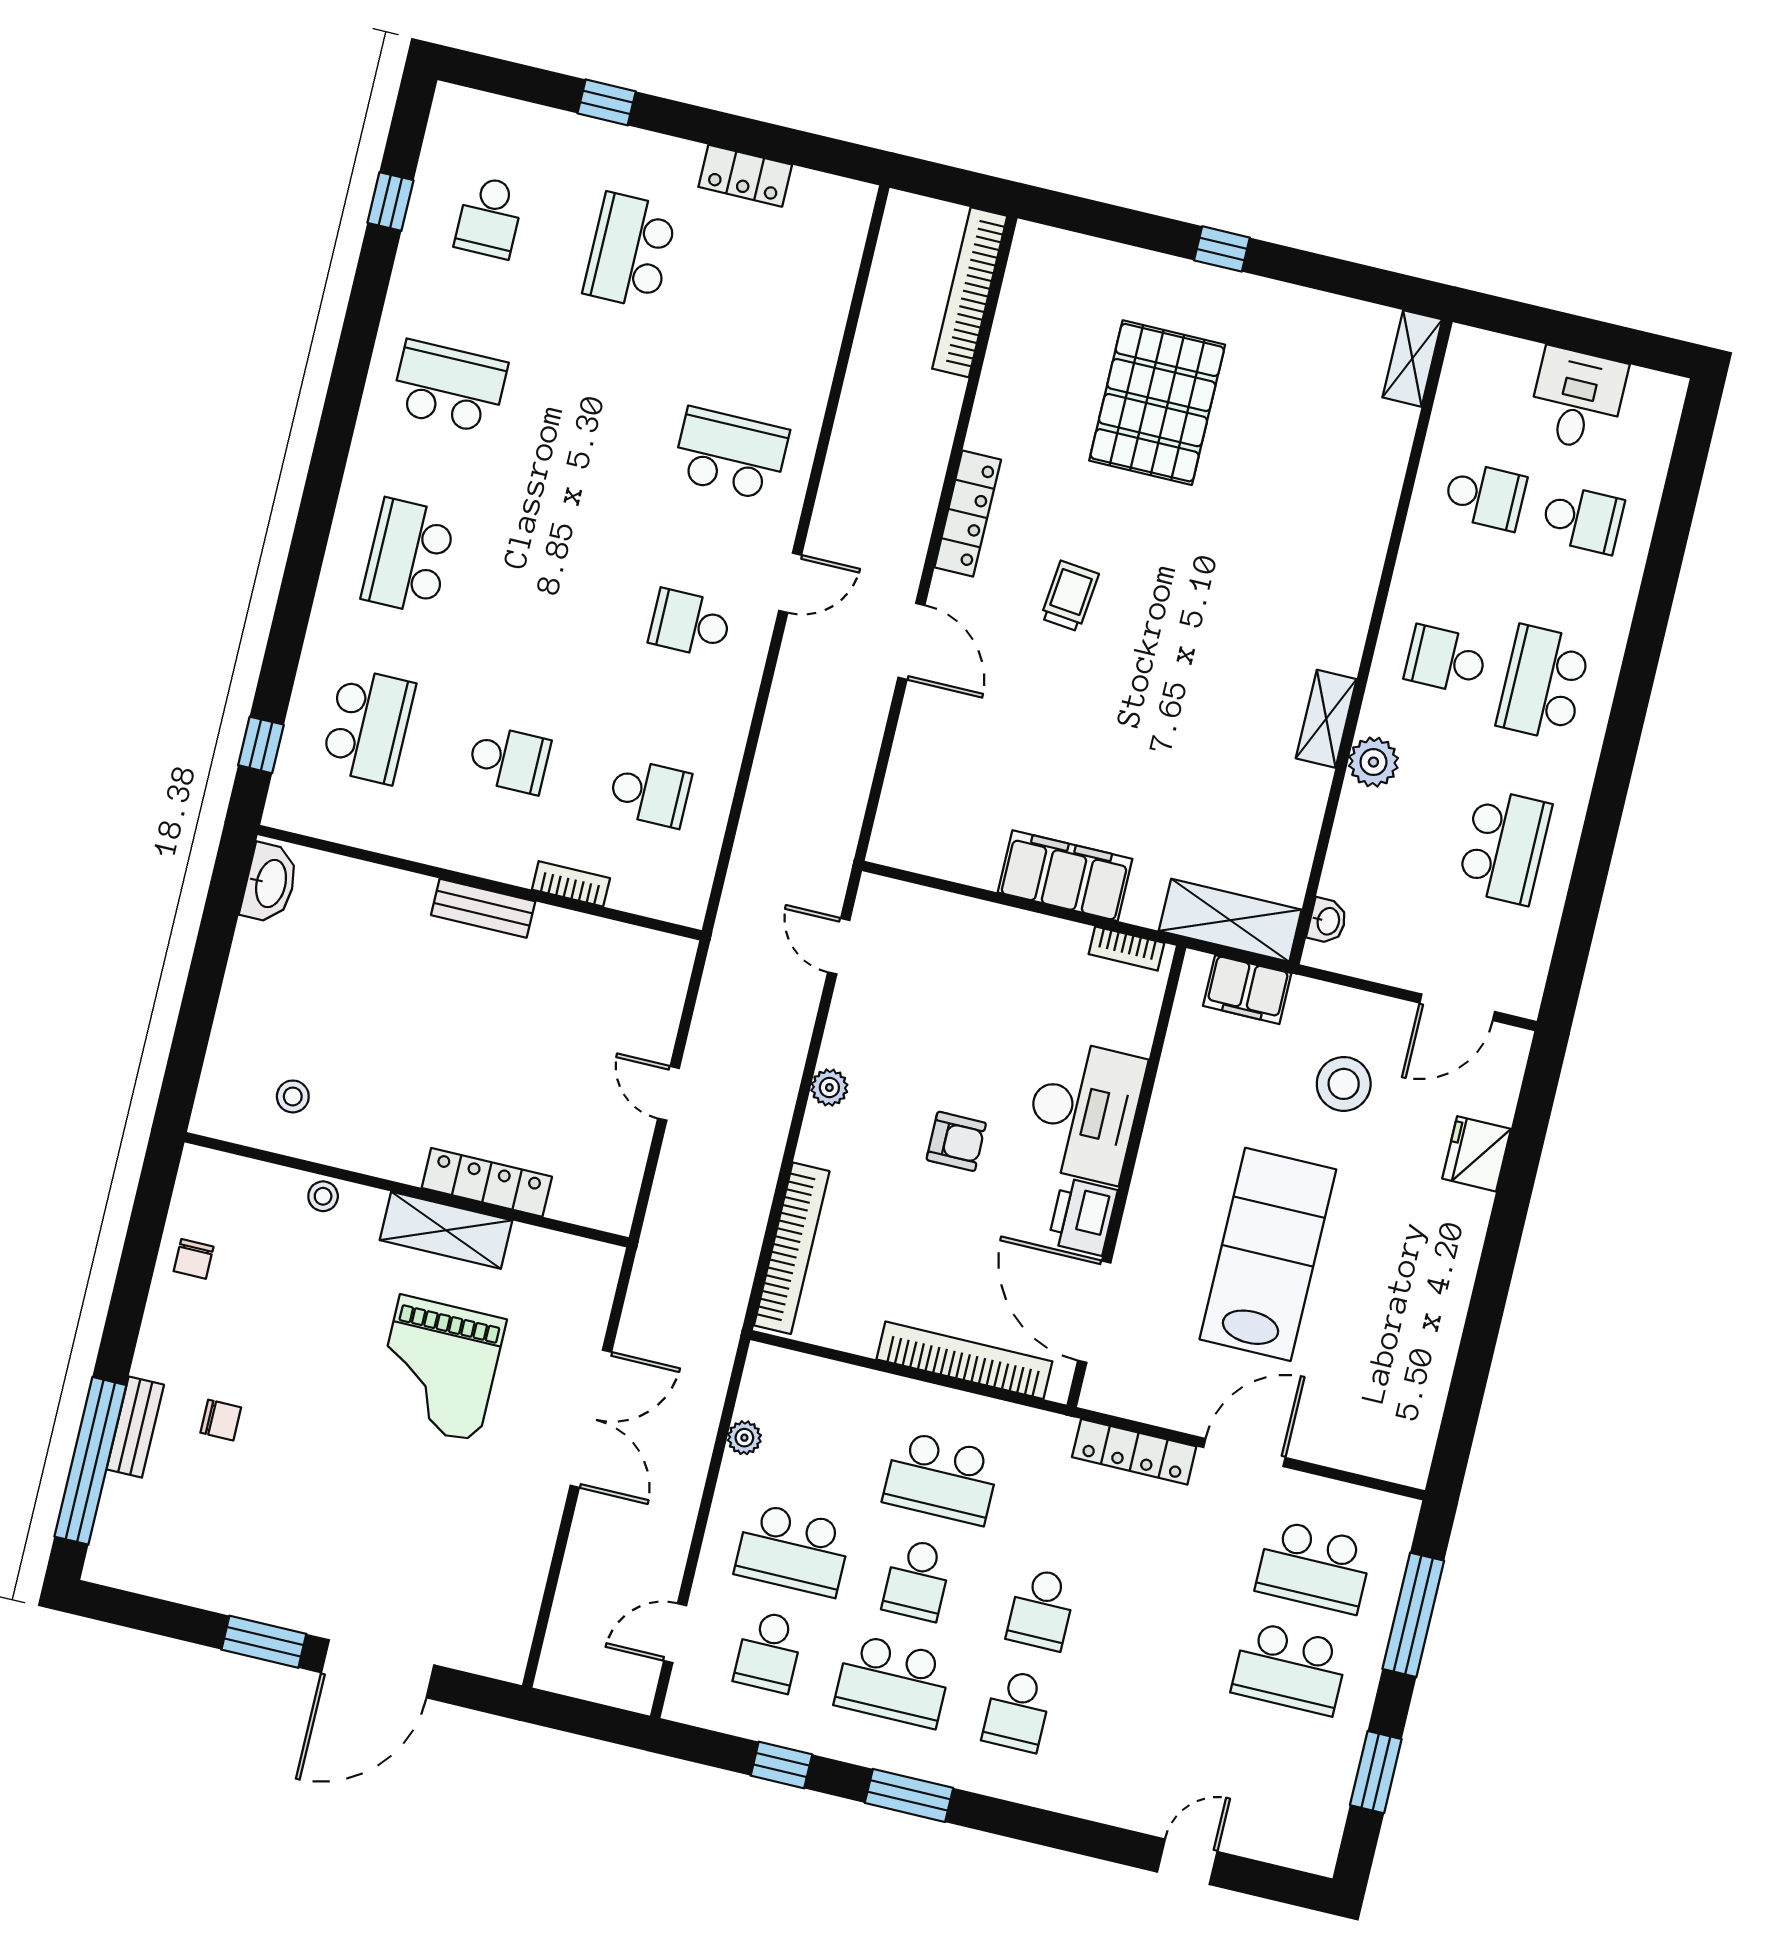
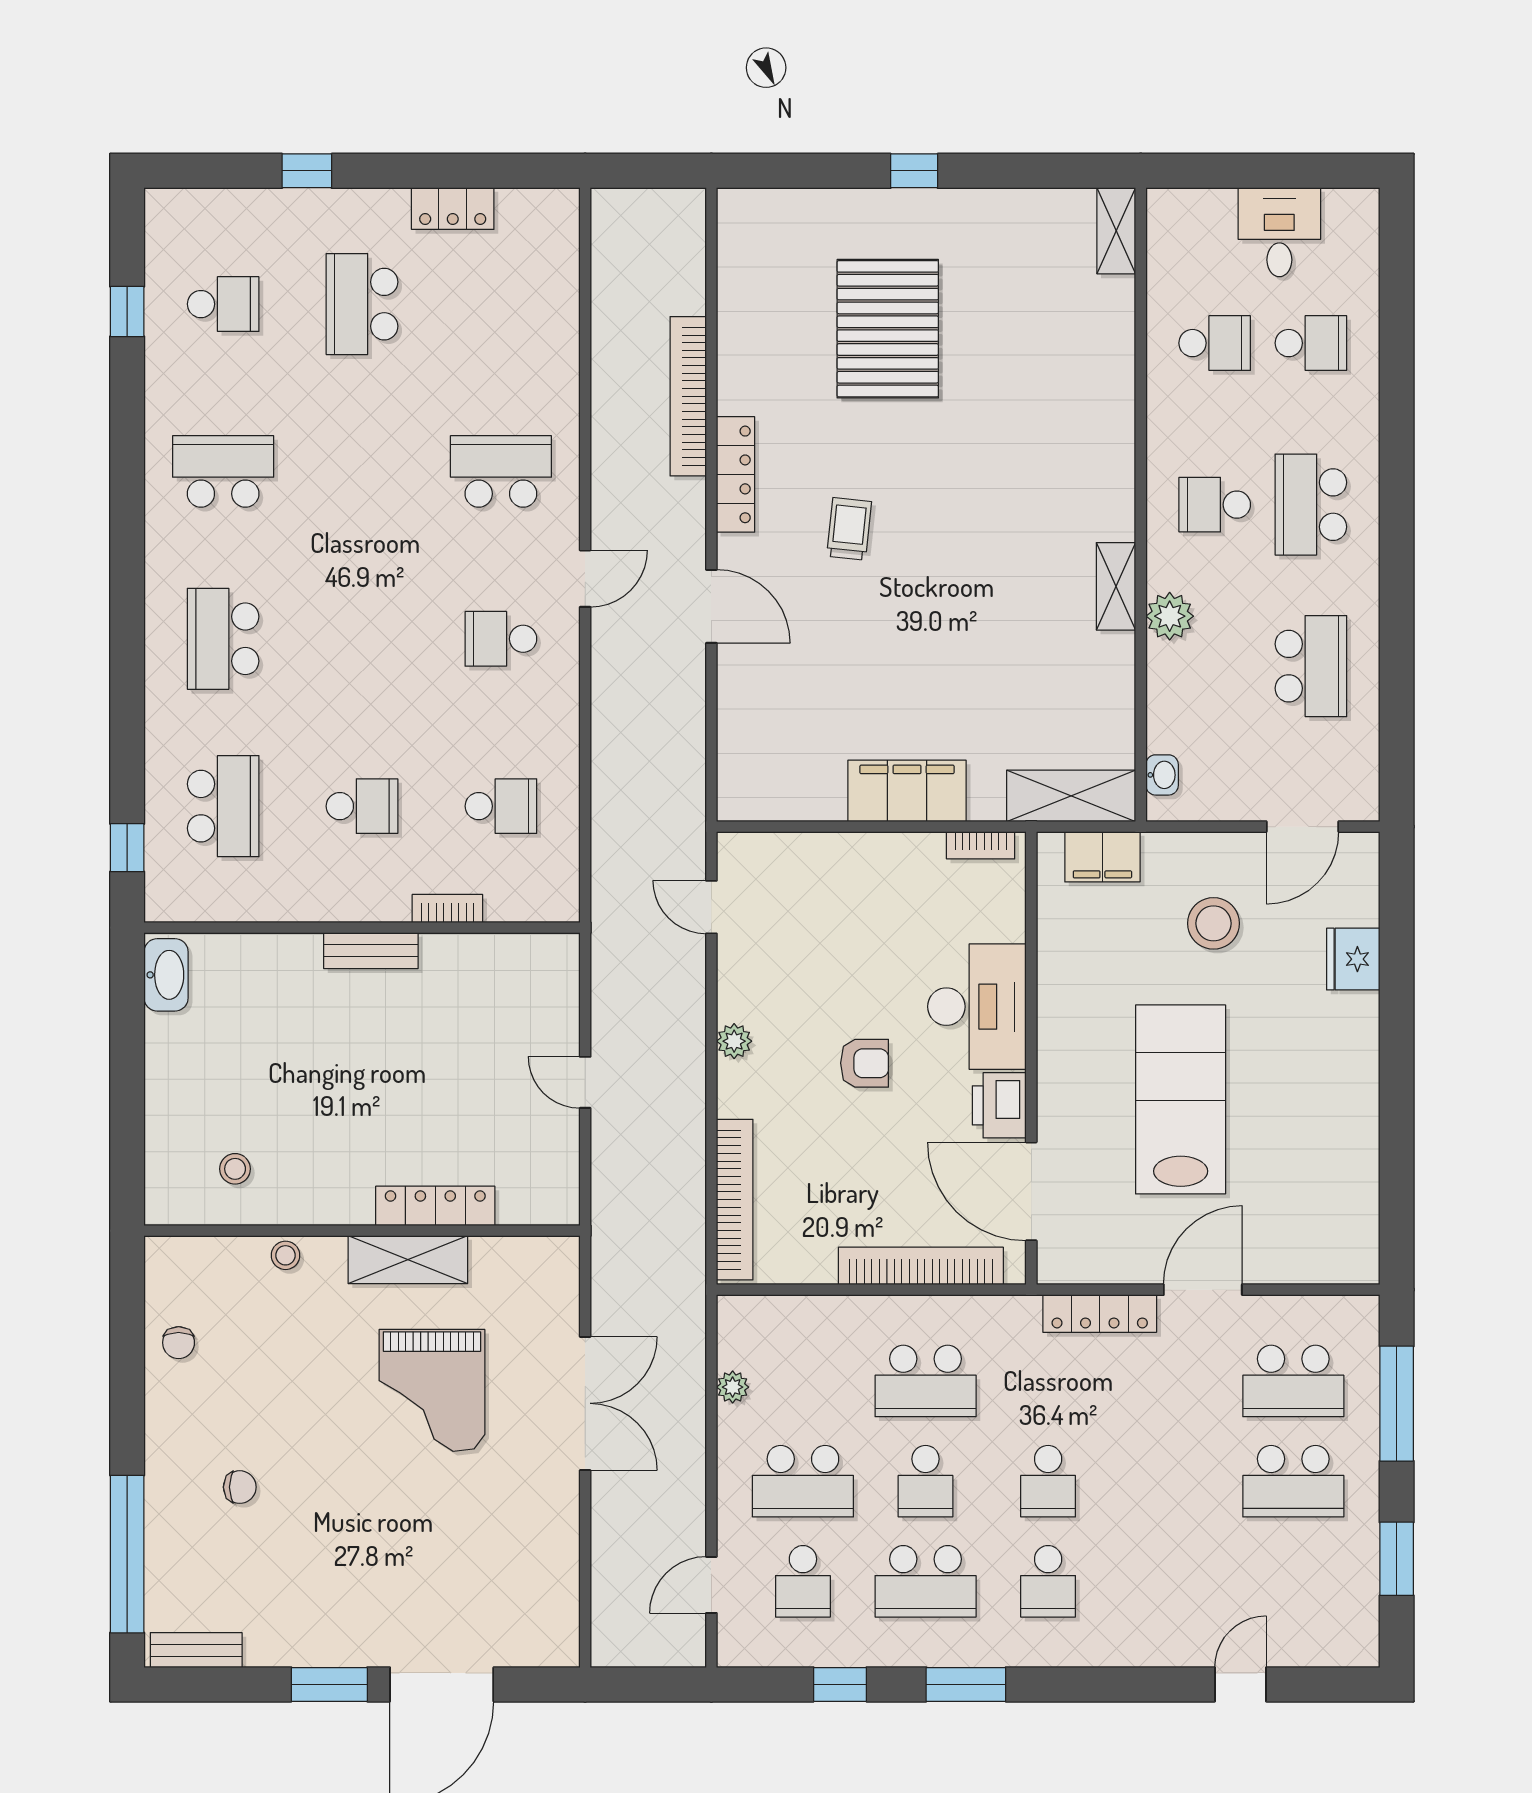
school desk: (489, 217) -> (223, 304), turned -90
bookcase: (970, 292) -> (688, 396), moved
bench: (135, 1427) -> (196, 1650), moved, turned 90

